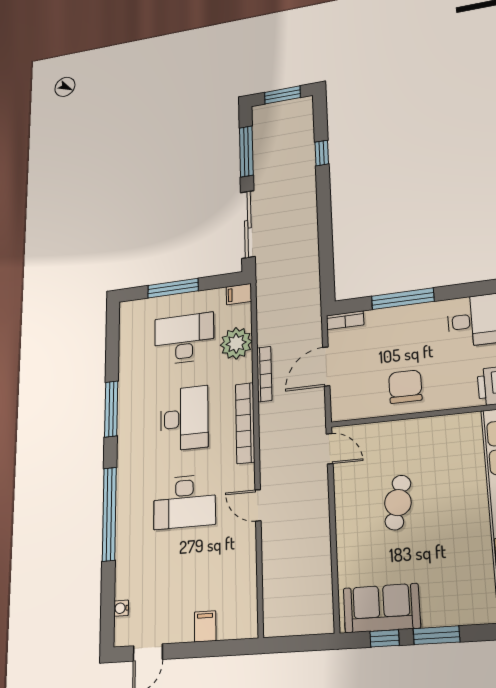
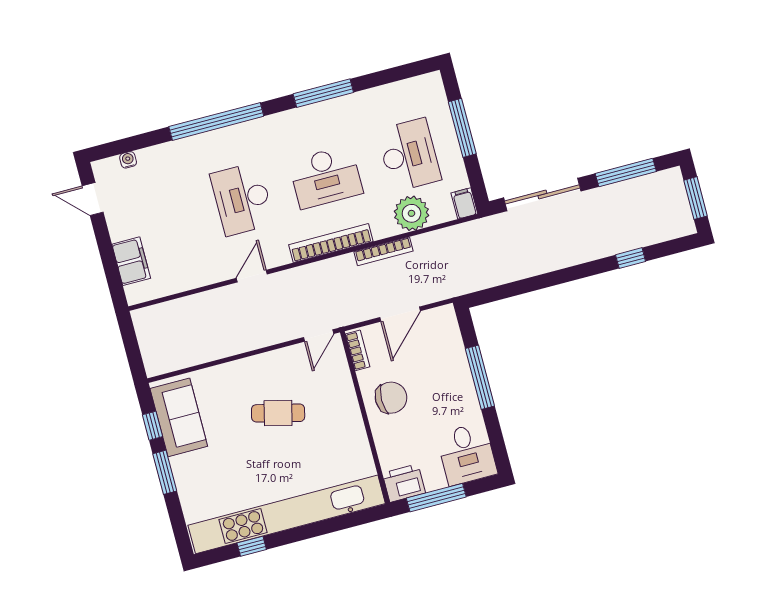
bookcase: (345, 320) -> (358, 350), moved, turned 180
door: (326, 367) -> (400, 314), swing flipped
filing cabinet: (205, 626) -> (131, 261), width x2.00

